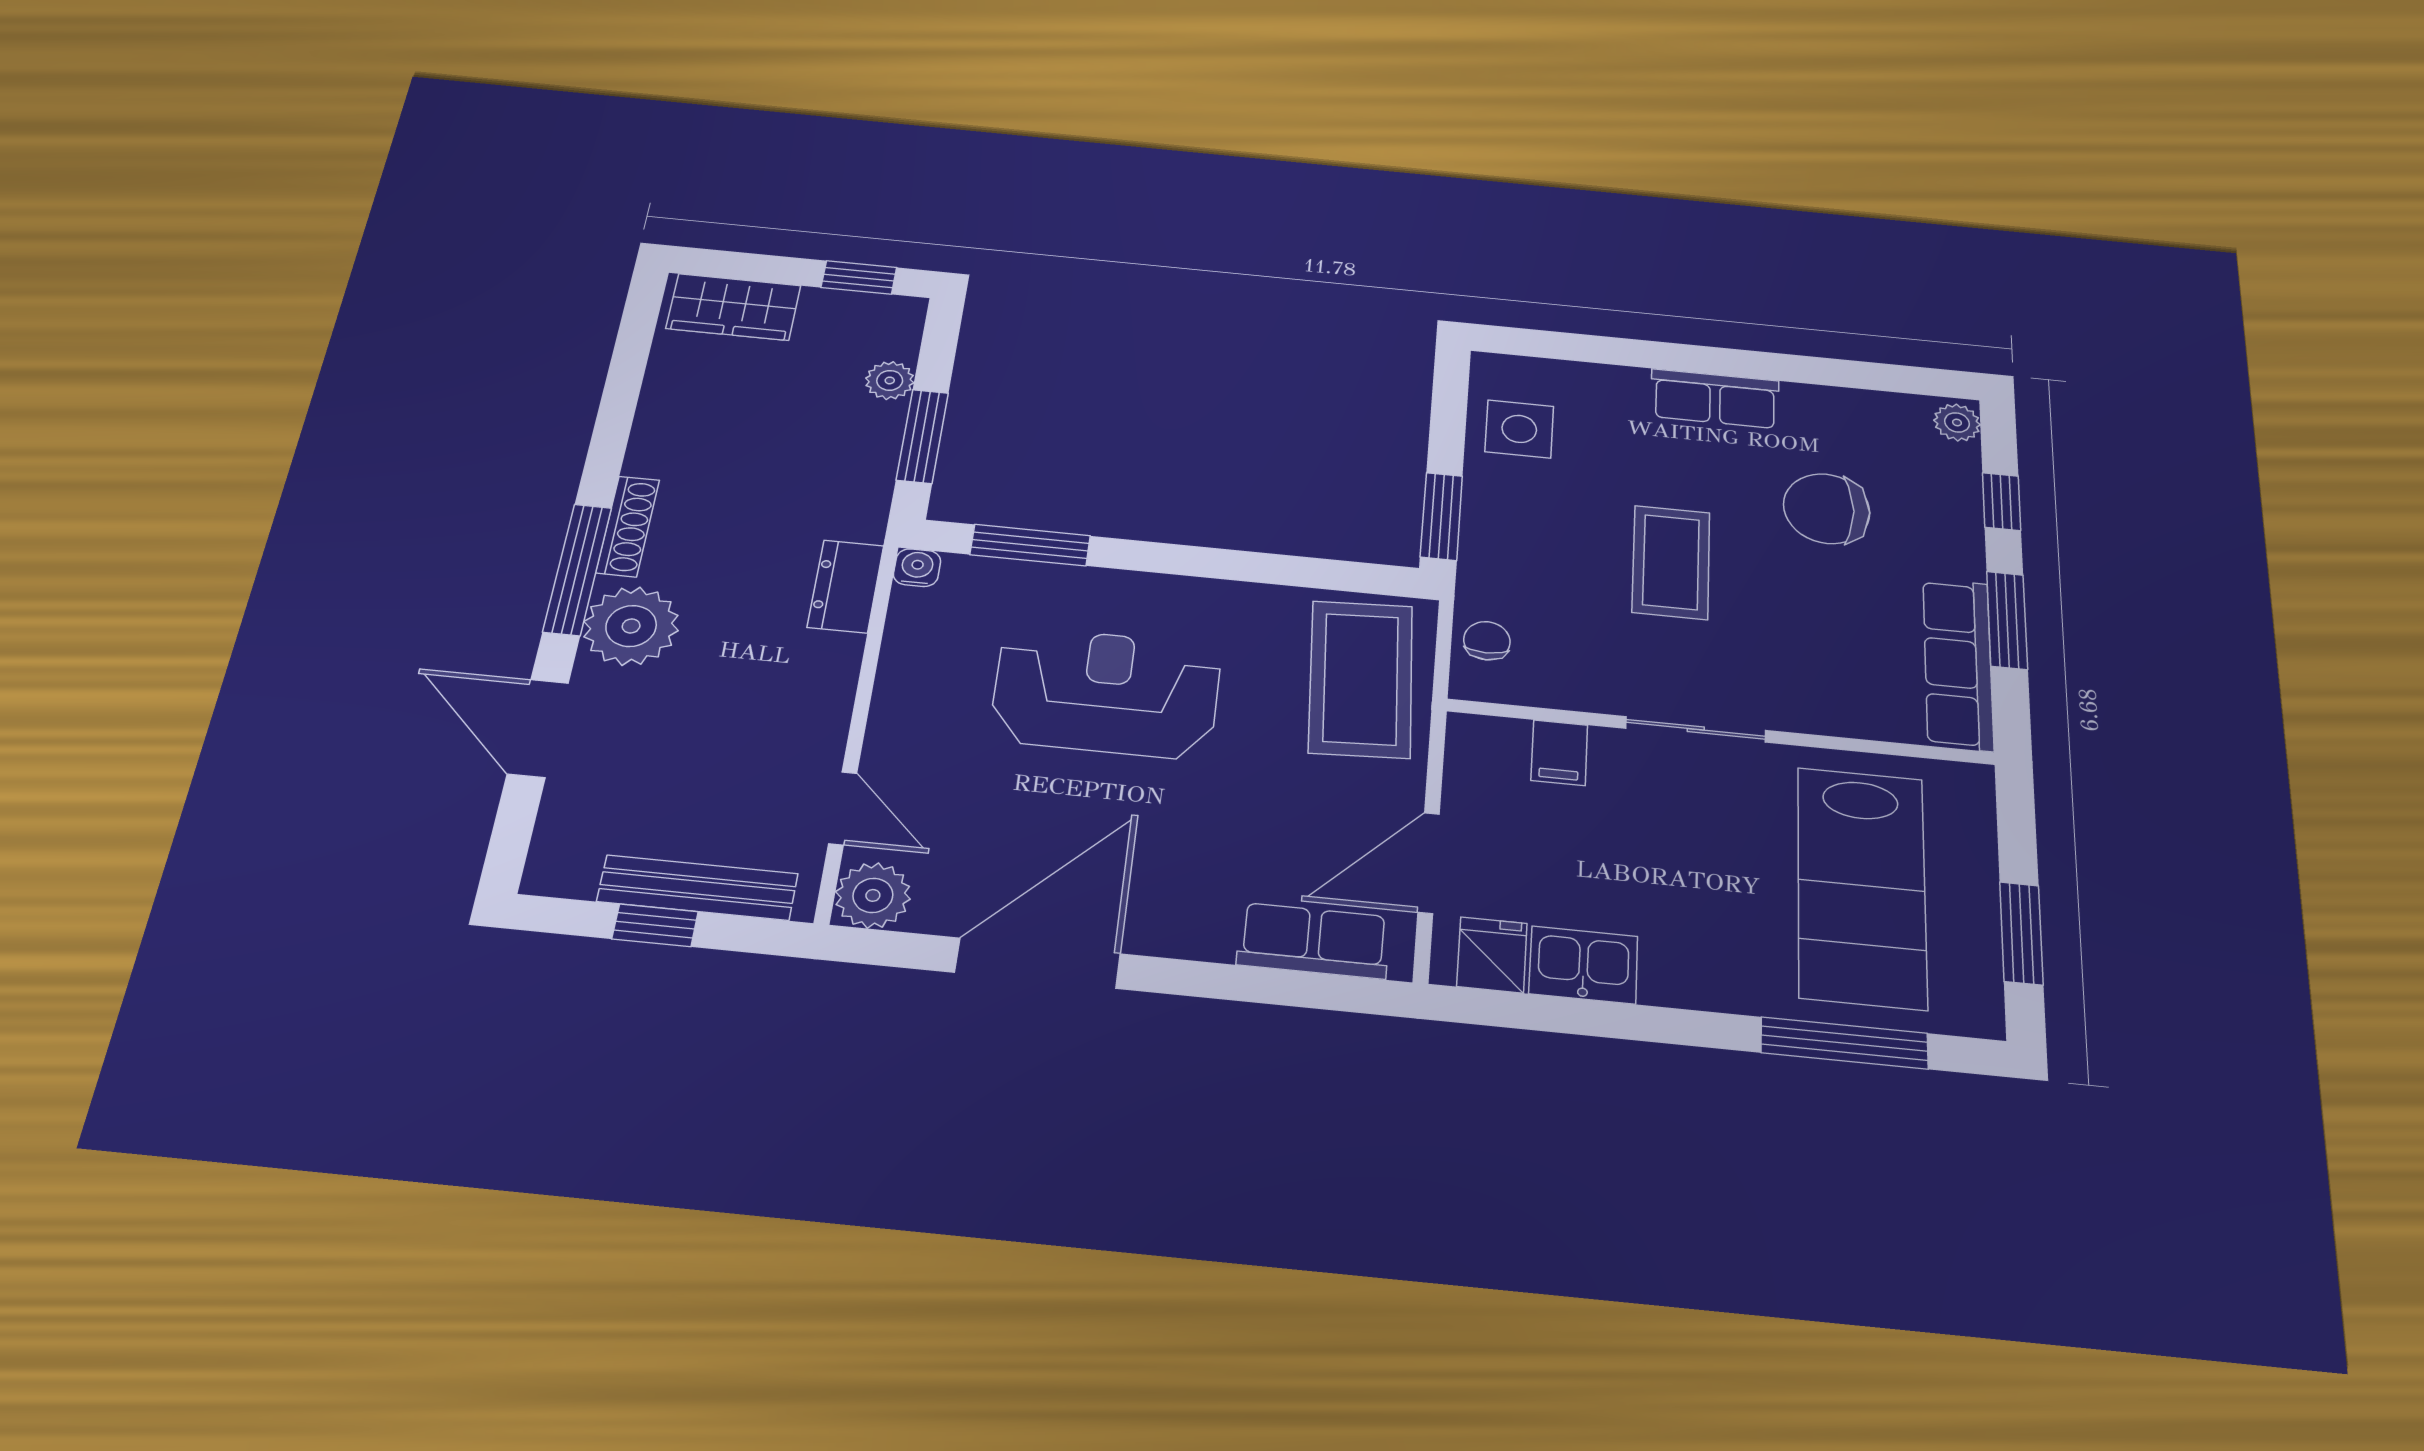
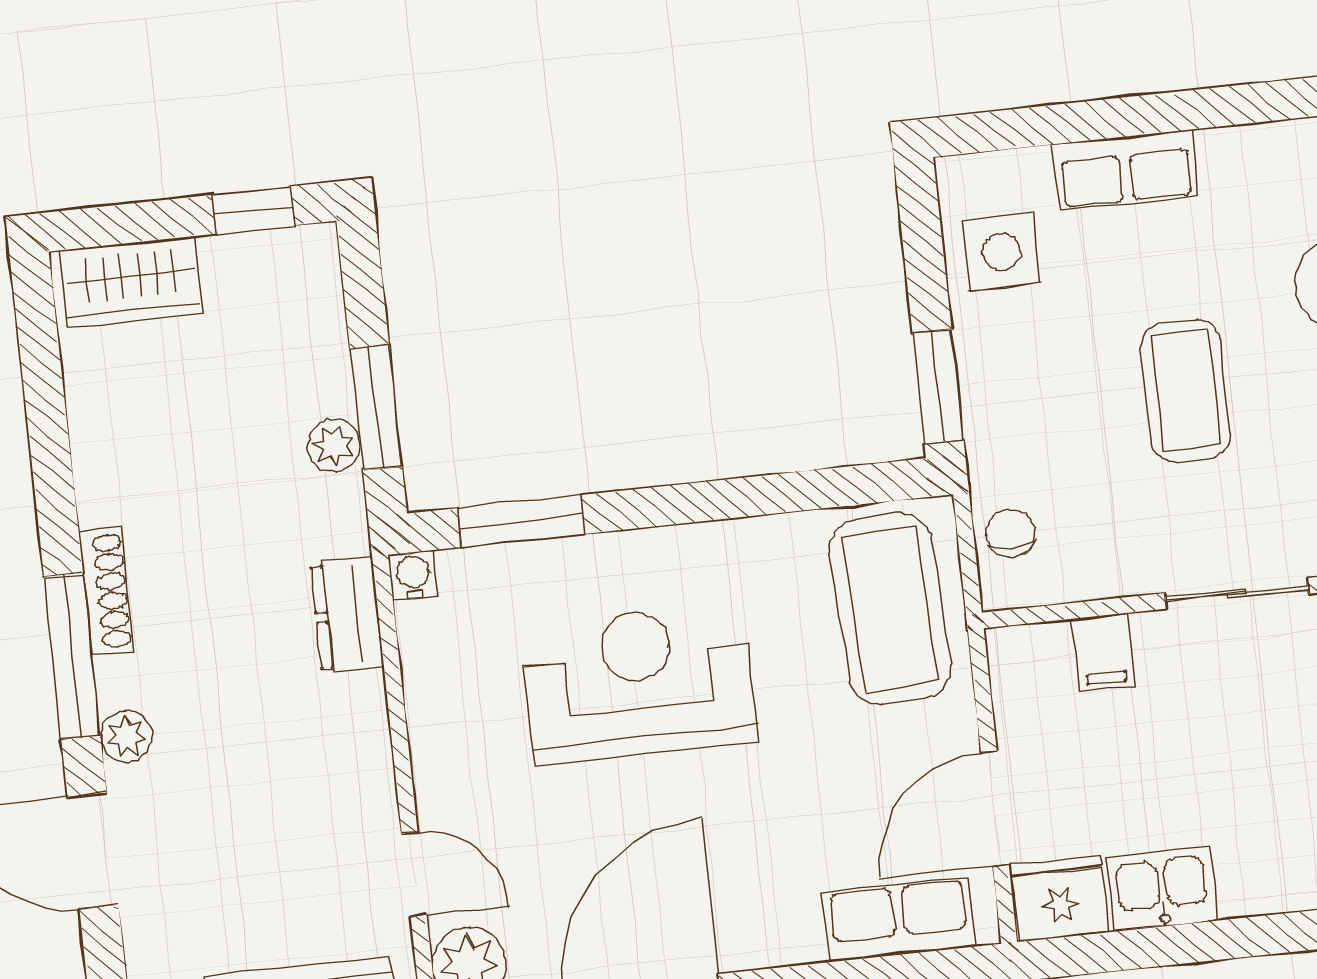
plant: (890, 380) -> (334, 446), moved
row of seats: (1715, 399) -> (1126, 170), moved
plant: (631, 626) -> (126, 737), width x0.53, depth x0.53
fridge: (1492, 955) -> (1060, 898), width x1.38

